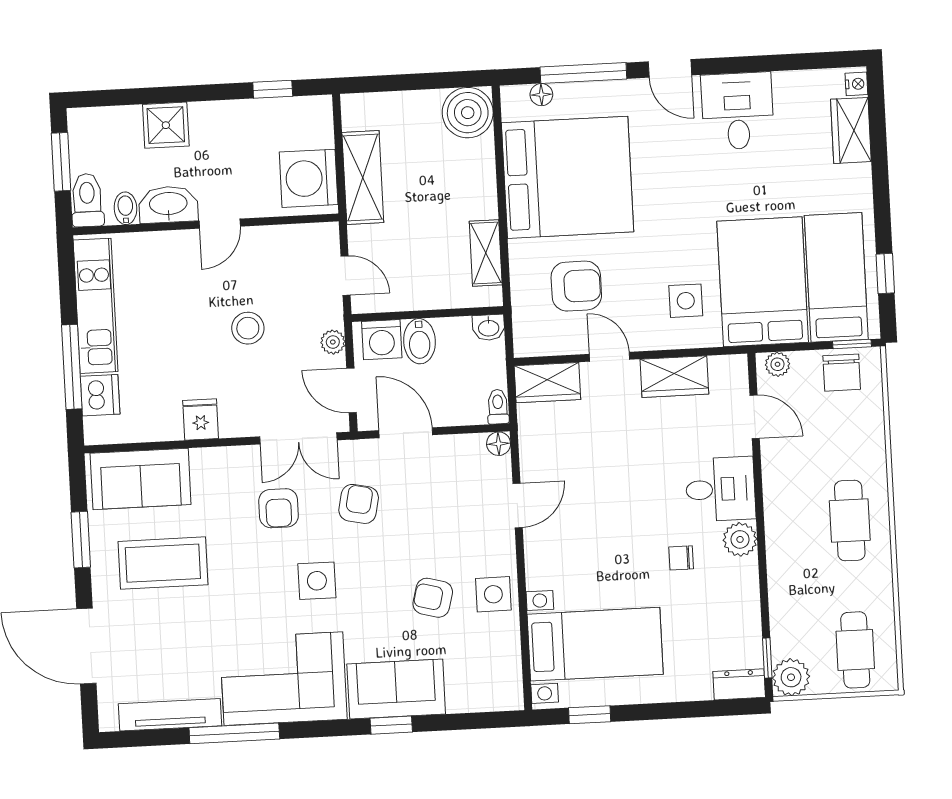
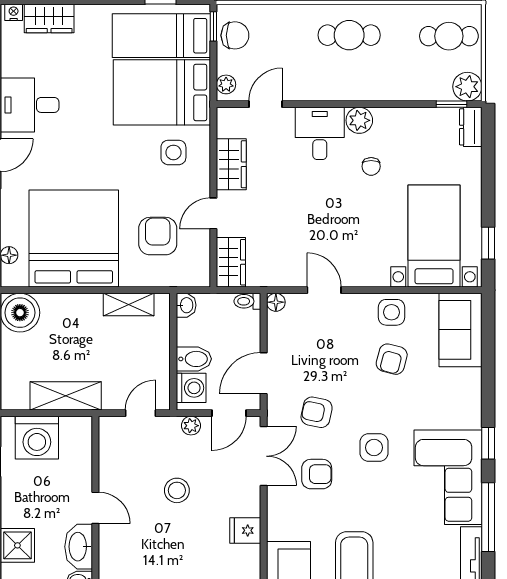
washing machine: (309, 178) -> (37, 438), moved
sofa: (396, 689) -> (460, 330), moved
window: (391, 725) -> (488, 443), moved

